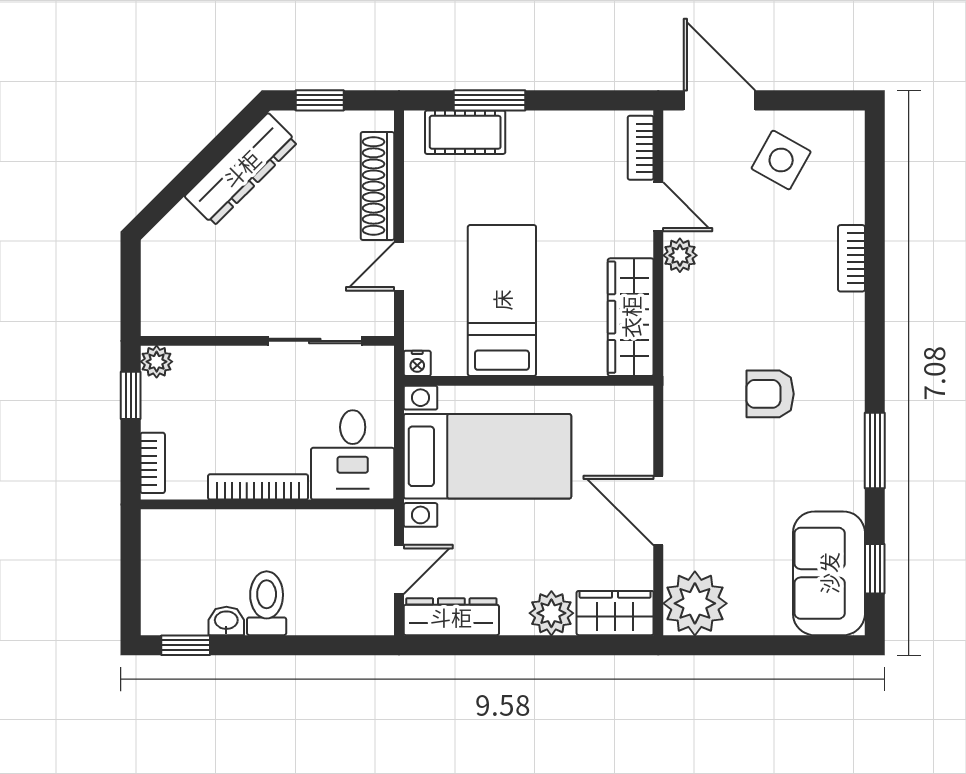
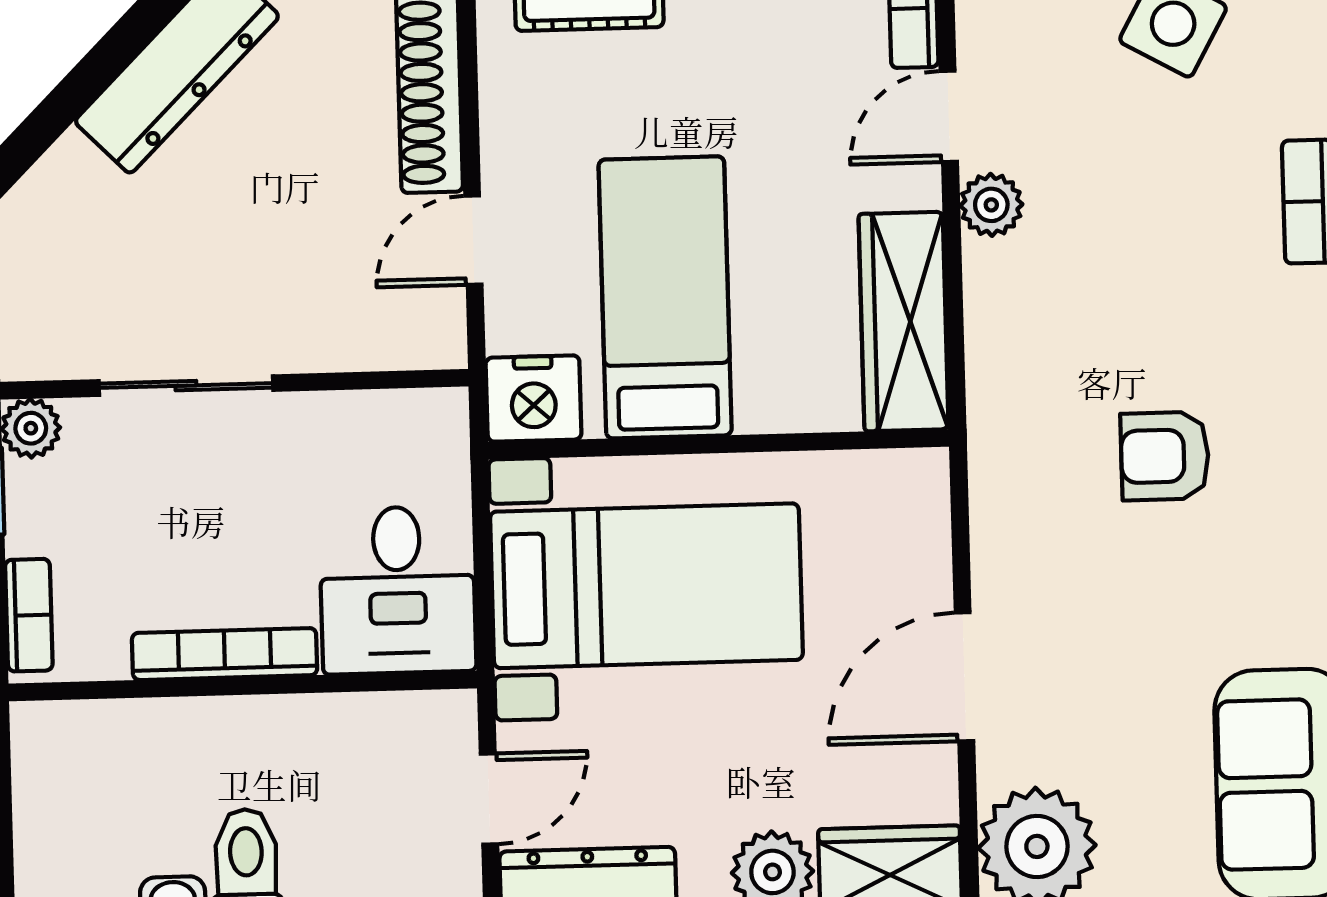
door: (658, 207) -> (949, 116), swing flipped
sliding door: (315, 341) -> (186, 386), moved
nightstand: (417, 363) -> (534, 399), width x1.89, depth x1.79
door: (658, 510) -> (964, 677), hinge flipped

